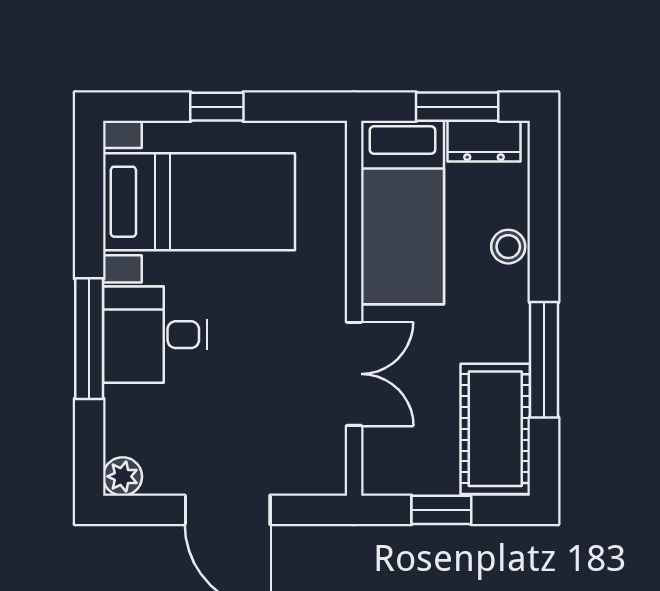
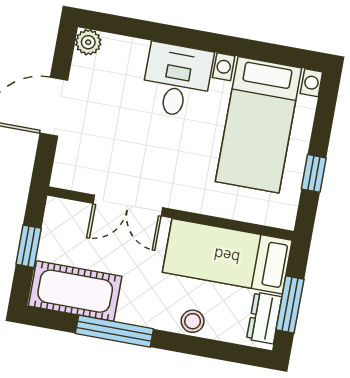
window: (217, 107) -> (314, 173), moved
window: (89, 339) -> (182, 37), removed

